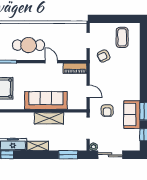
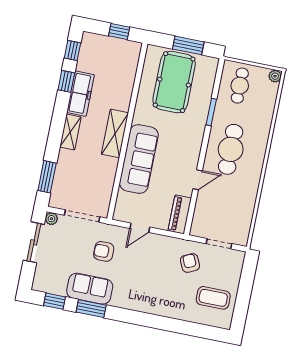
shelving: (49, 118) -> (115, 133), moved

